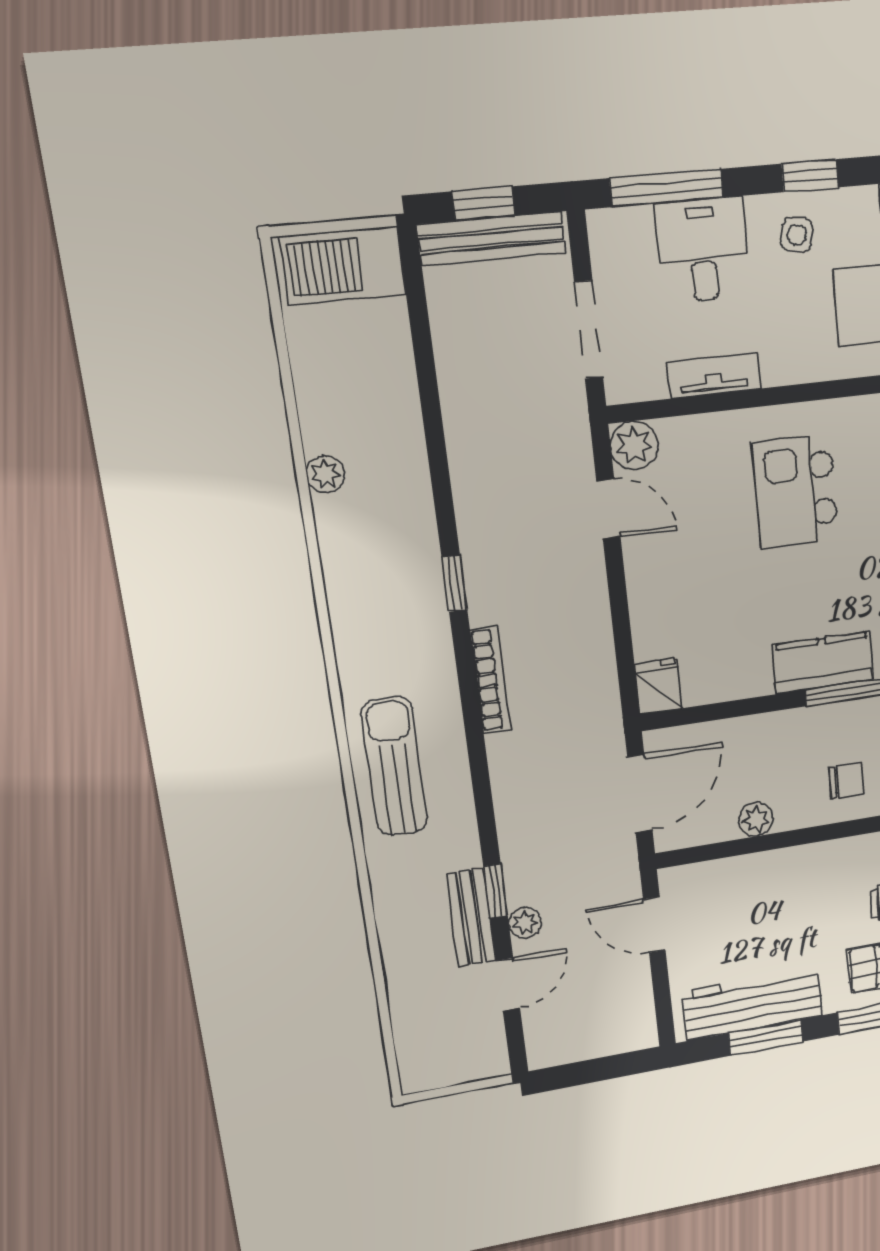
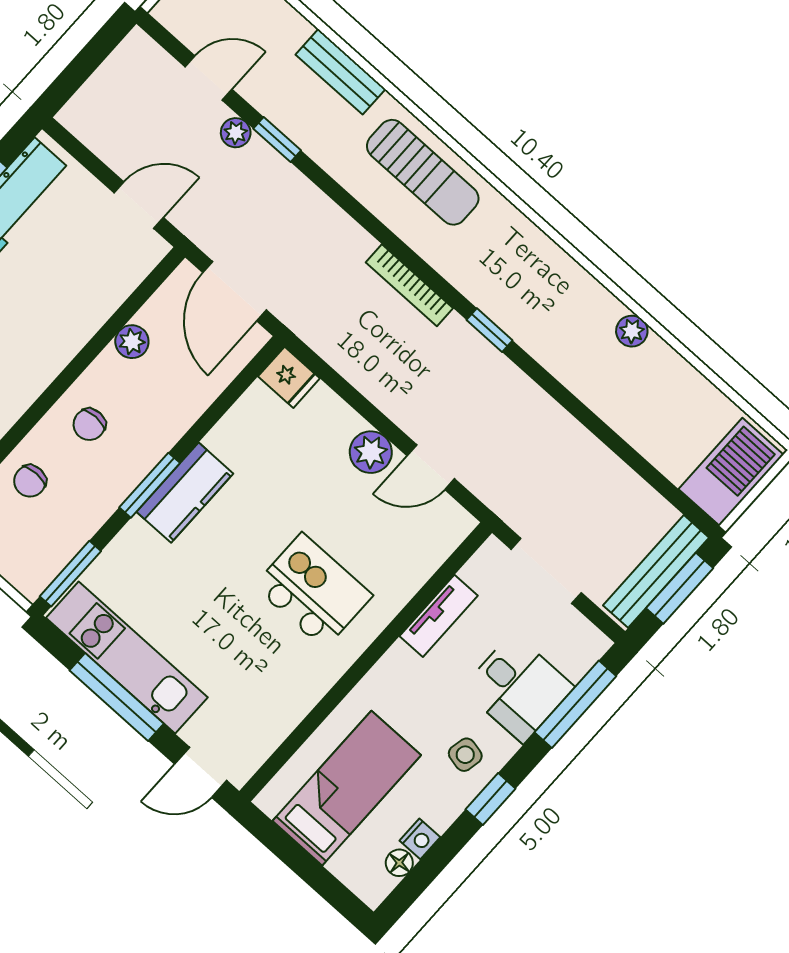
window: (483, 204) -> (680, 588), width x1.50
plant: (634, 445) -> (371, 452), moved
bench: (471, 918) -> (340, 72), moved
door: (508, 984) -> (209, 78), swing flipped

